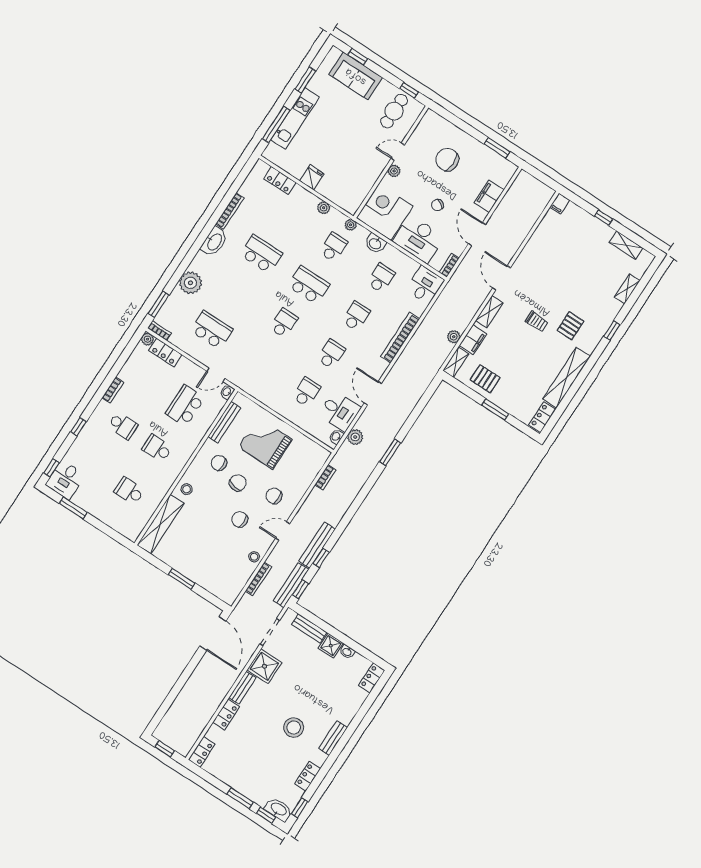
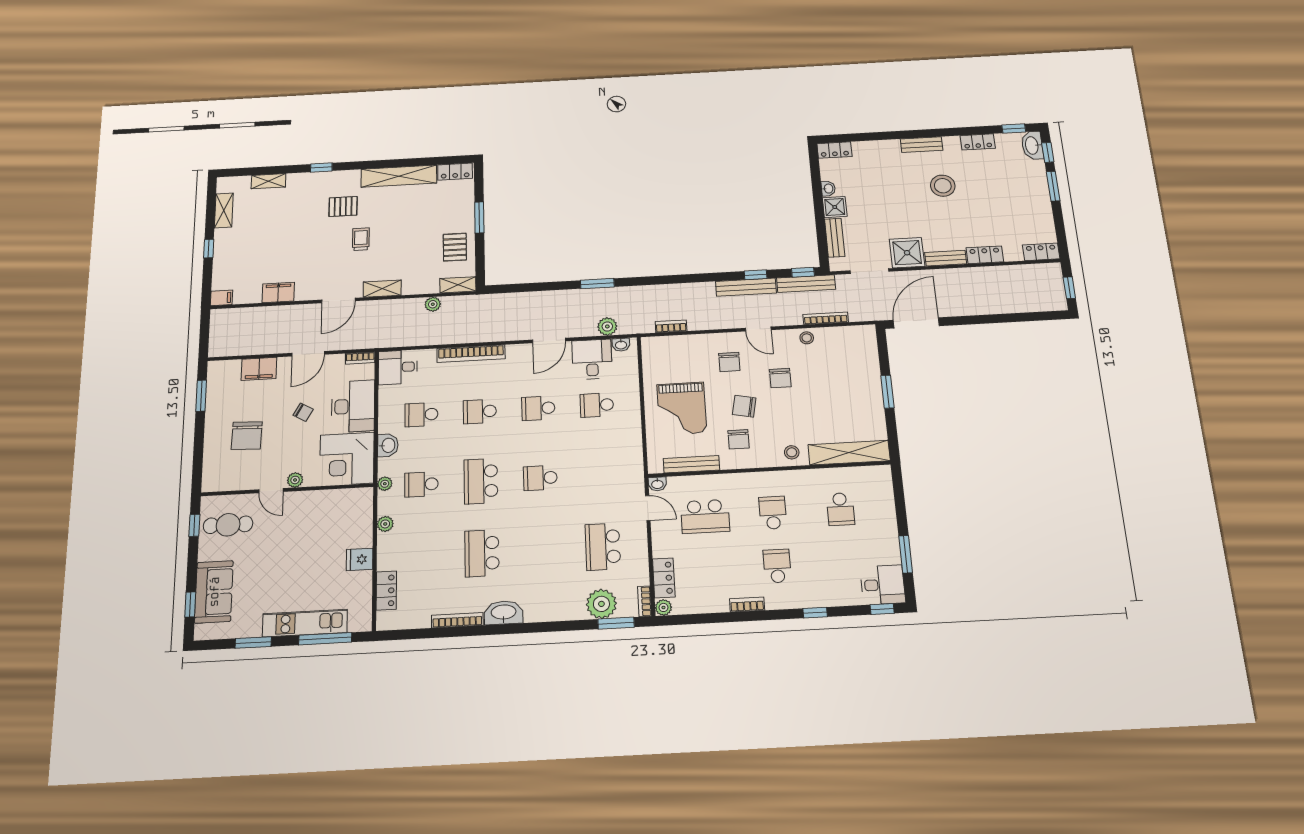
plant: (190, 283) -> (601, 604), moved
filing cabinet: (473, 340) -> (278, 292), moved
school desk: (157, 448) -> (773, 513), turned 180

